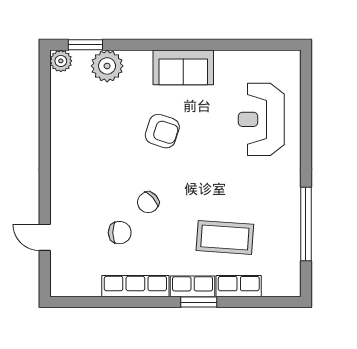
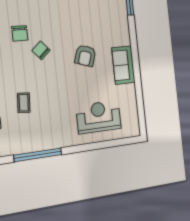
plant: (107, 66) -> (119, 19), removed
coffee table: (225, 237) -> (24, 103), width x0.54, depth x0.58

